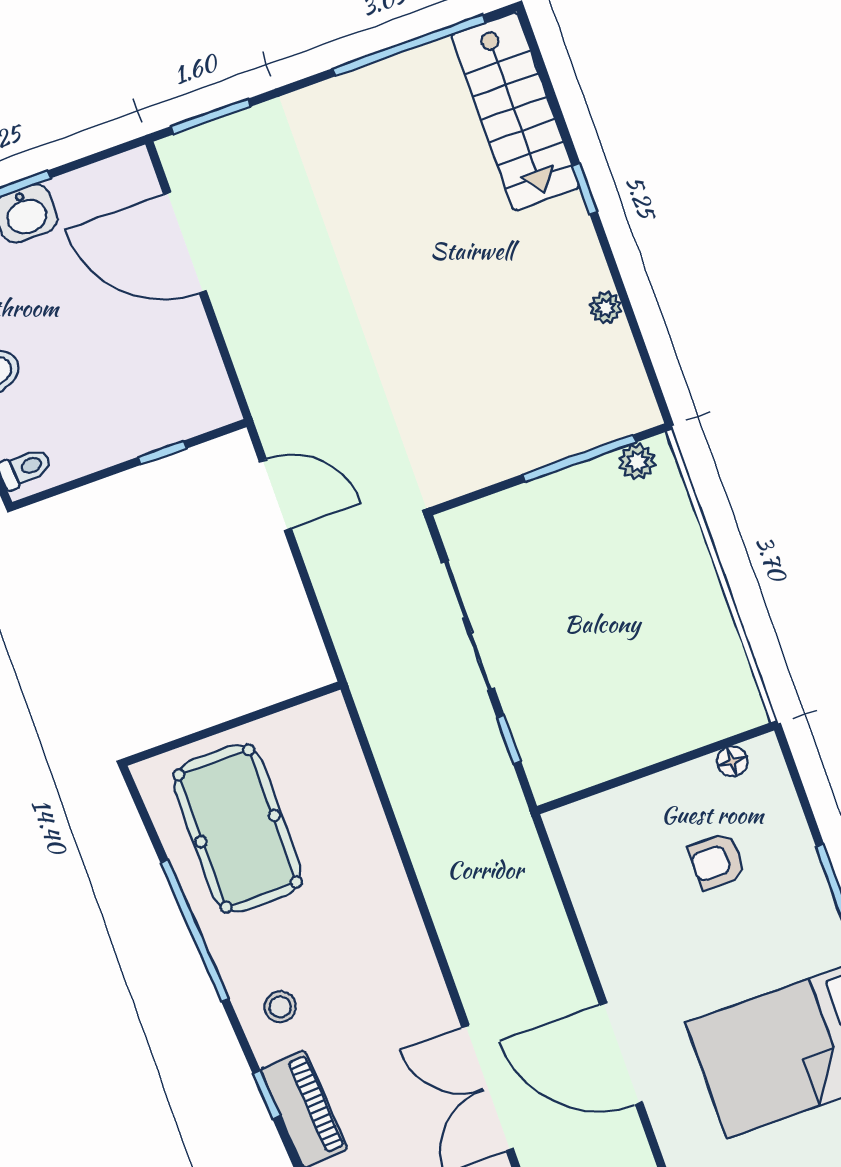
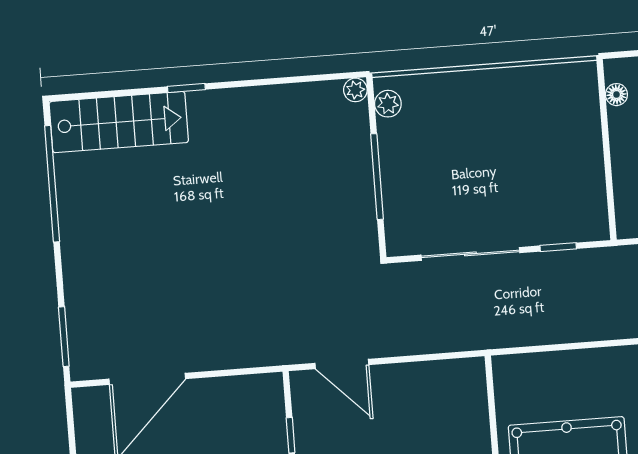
plant: (606, 308) -> (355, 90), moved
window: (579, 458) -> (377, 177), moved
door: (275, 495) -> (342, 364), swing flipped

